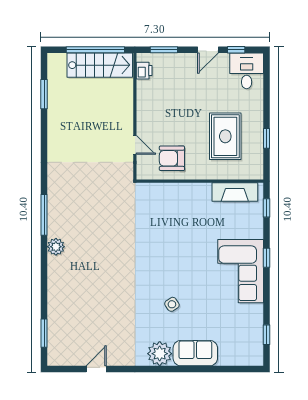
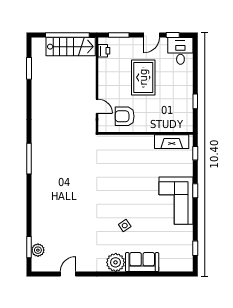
rug: (225, 136) -> (143, 77), moved
plant: (56, 247) -> (38, 250), moved

